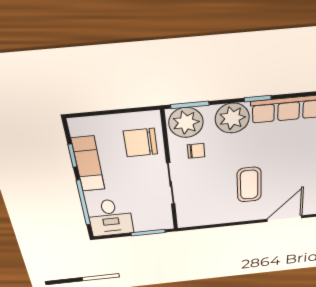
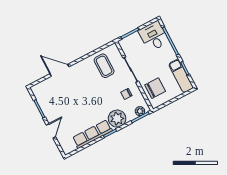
plant: (186, 123) -> (140, 111), width x0.53, depth x0.53
exam couch: (88, 164) -> (181, 76), moved
coffee table: (249, 185) -> (104, 66), moved
door: (284, 219) -> (59, 70), swing flipped

